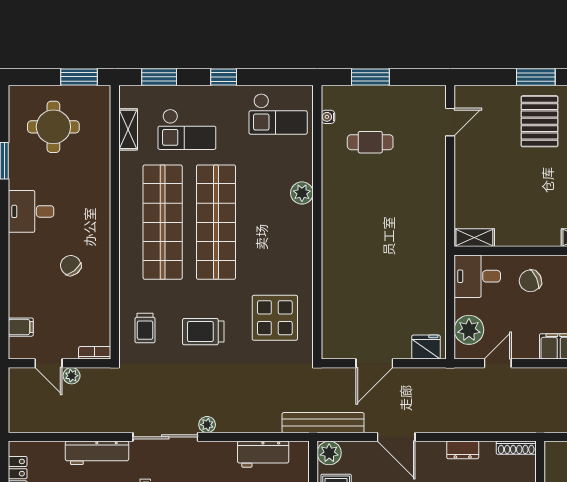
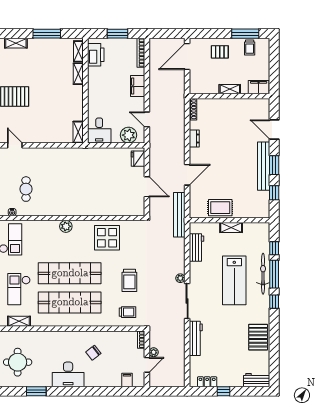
checkout: (187, 129) -> (19, 289), turned 180
plant: (302, 193) -> (66, 226), moved
desk: (31, 211) -> (68, 374), width x1.37
chair: (530, 281) -> (102, 102), removed
display table: (275, 318) -> (107, 238), moved
plant: (329, 453) -> (196, 211), removed

